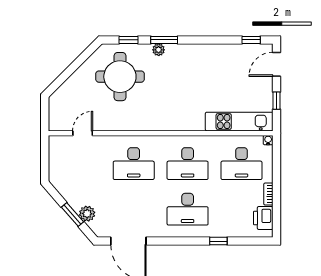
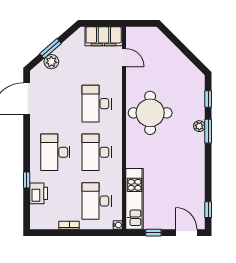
round table: (120, 77) -> (150, 113), moved
filing cabinet: (59, 156) -> (104, 36), added
printer: (263, 218) -> (39, 193), moved, turned 90

